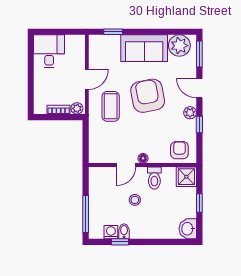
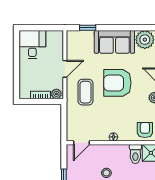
armchair: (148, 96) -> (117, 83), turned -79
door: (126, 165) -> (81, 143), moved
toilet: (154, 178) -> (135, 154), moved

